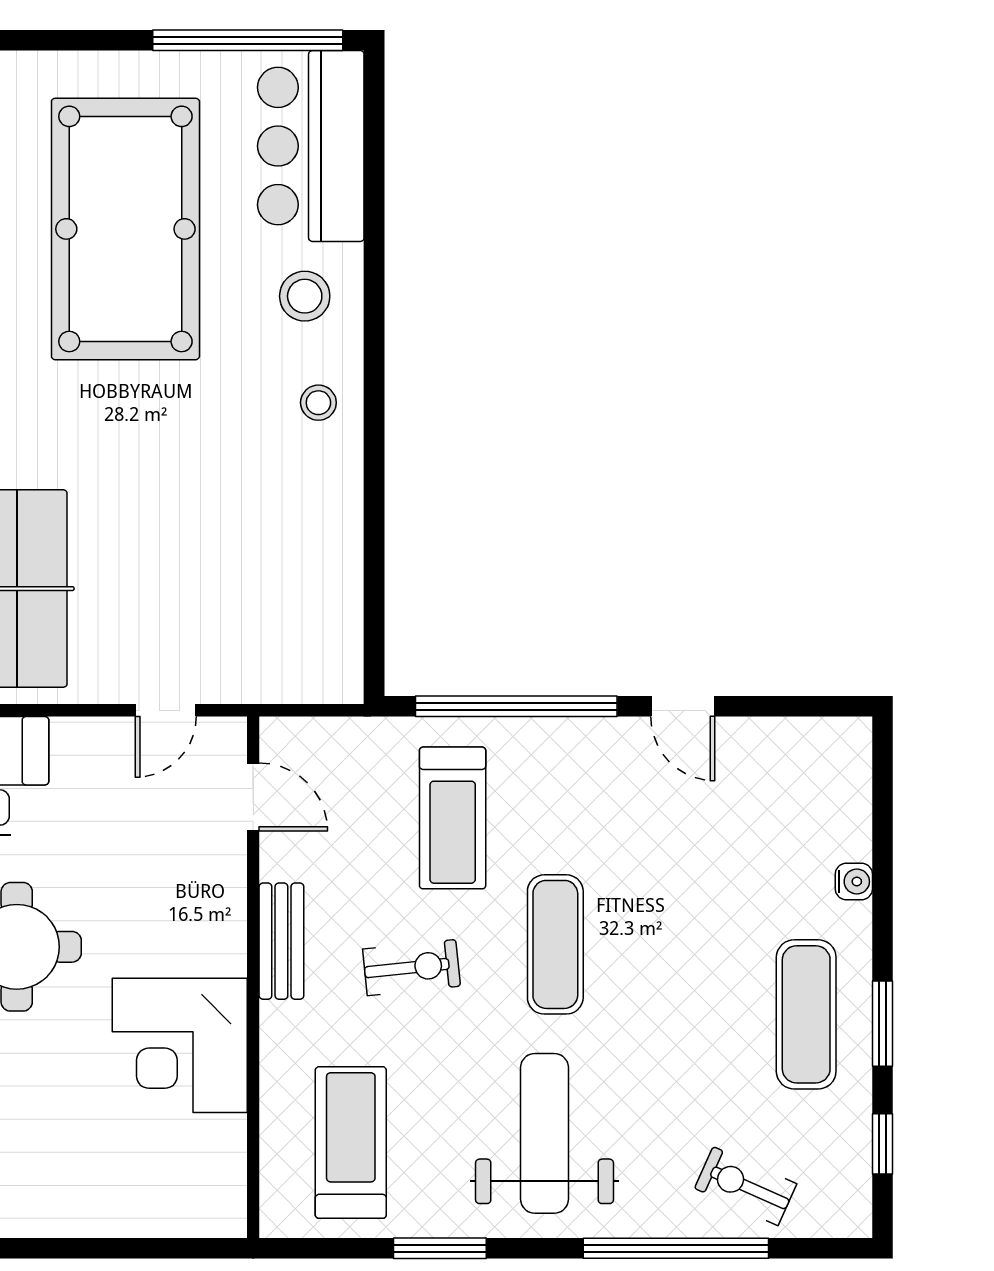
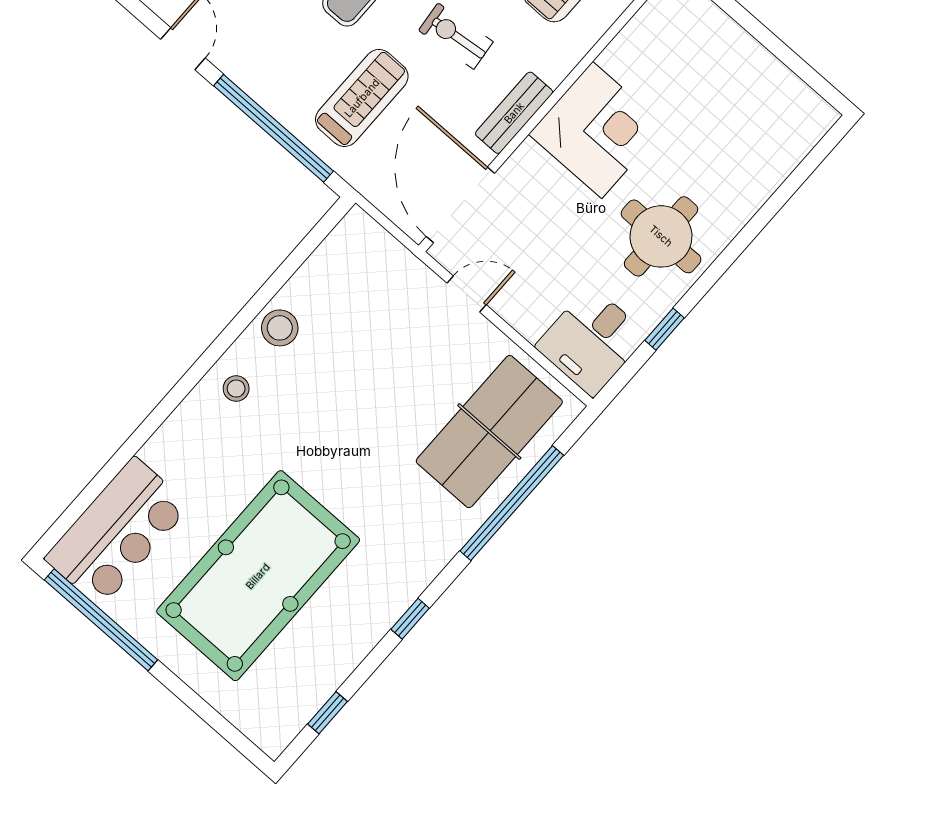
stool: (305, 296) -> (280, 328), moved
door: (253, 797) -> (460, 205), width x1.88
corner desk: (180, 1045) -> (597, 130), moved

